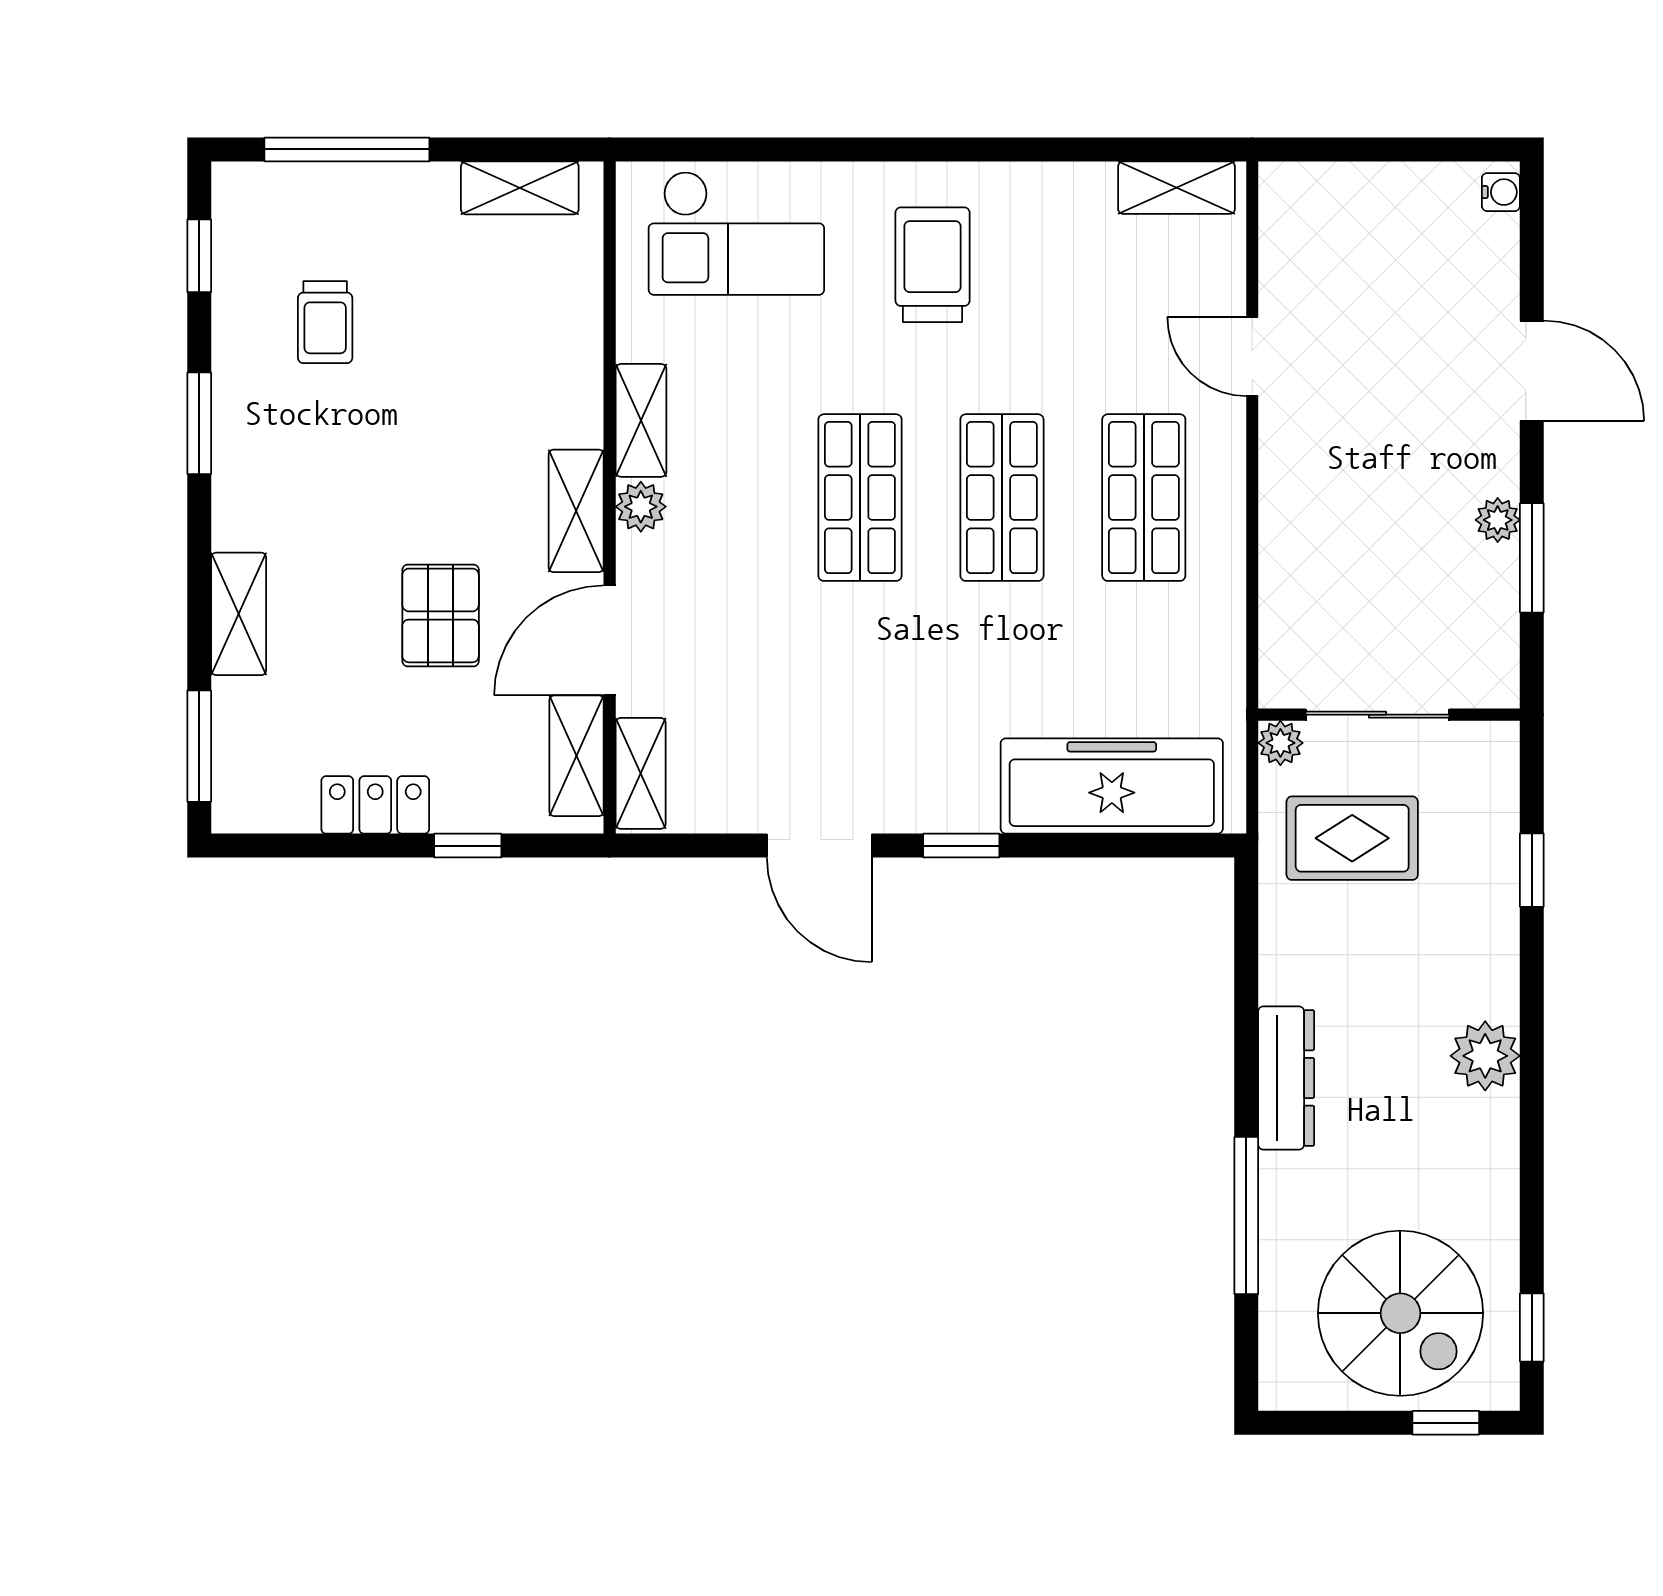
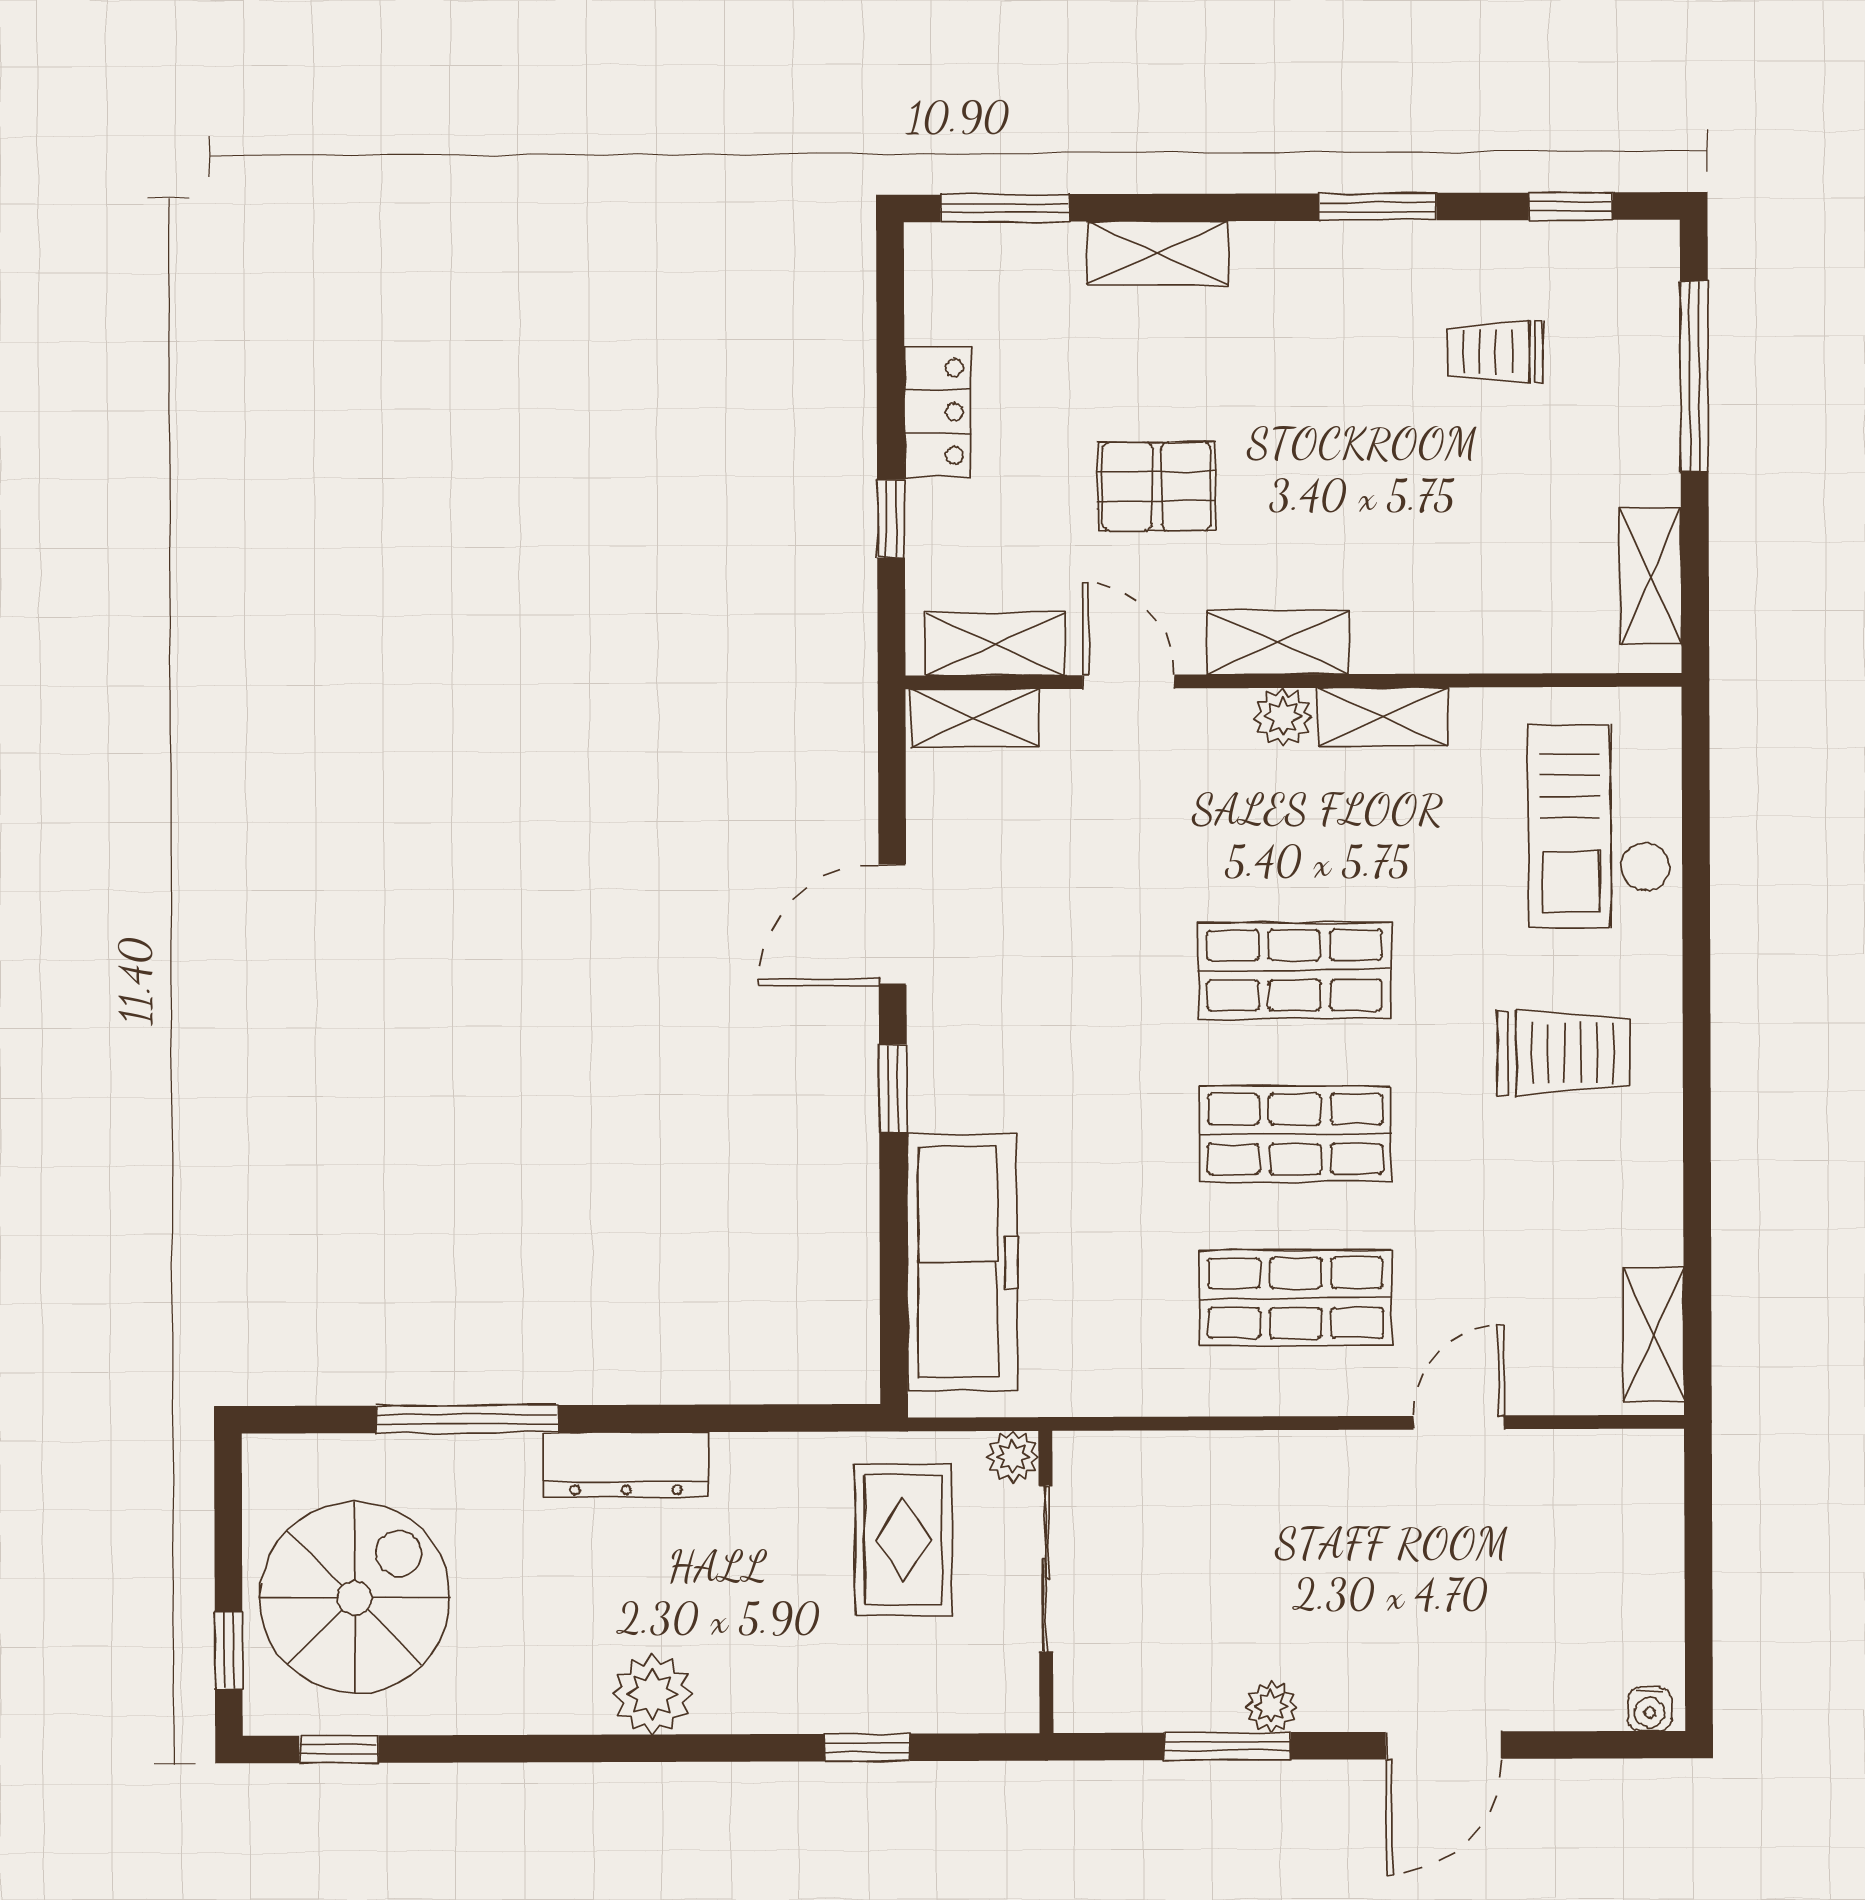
door: (610, 640) -> (1129, 682), width x0.73
spiral stairs: (1400, 1313) -> (355, 1598), turned 180

